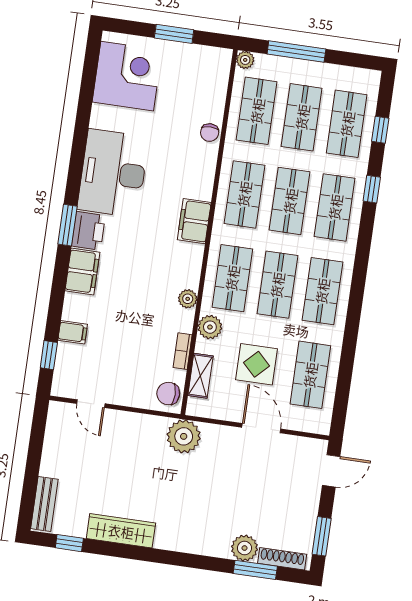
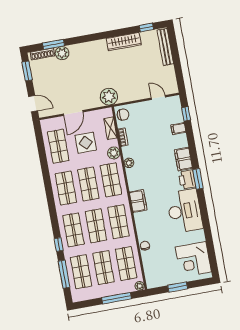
window: (380, 130) -> (64, 274), width x2.17
door: (261, 428) -> (73, 113), hinge flipped
door: (331, 471) -> (33, 104), swing flipped
bench: (44, 504) -> (165, 47), width x1.36

